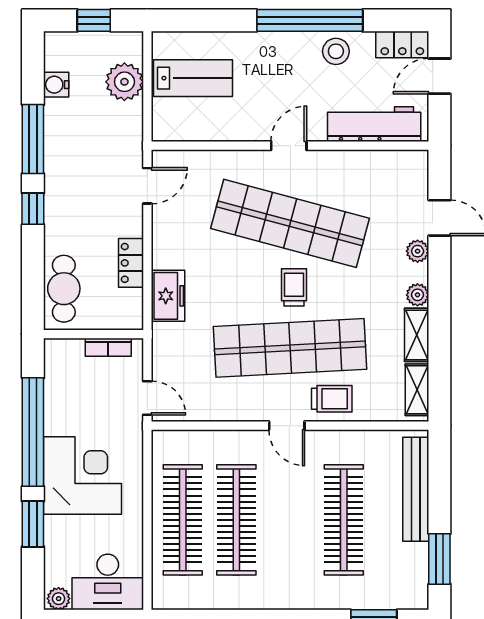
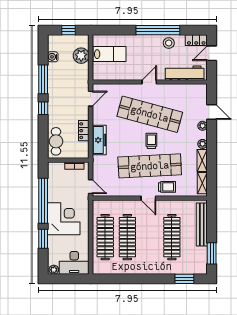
freezer: (168, 296) -> (99, 140), width x1.40

